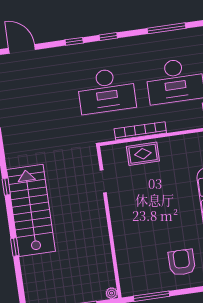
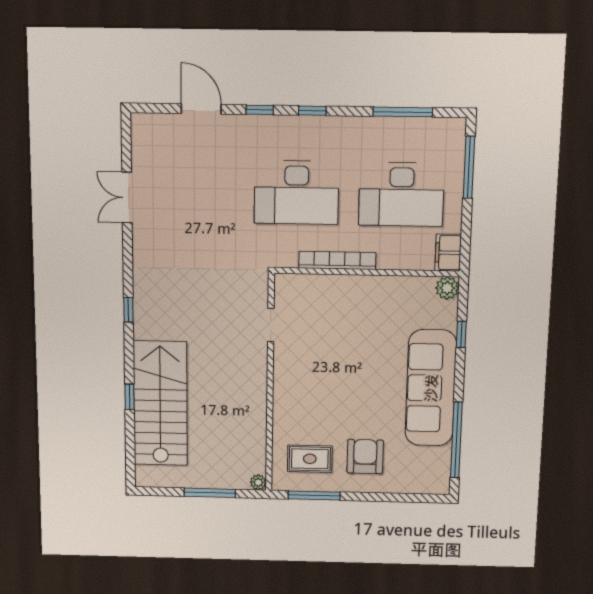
door: (22, 49) -> (201, 109), moved
rug: (143, 154) -> (310, 459), moved
stairs: (31, 210) -> (160, 404), moved

